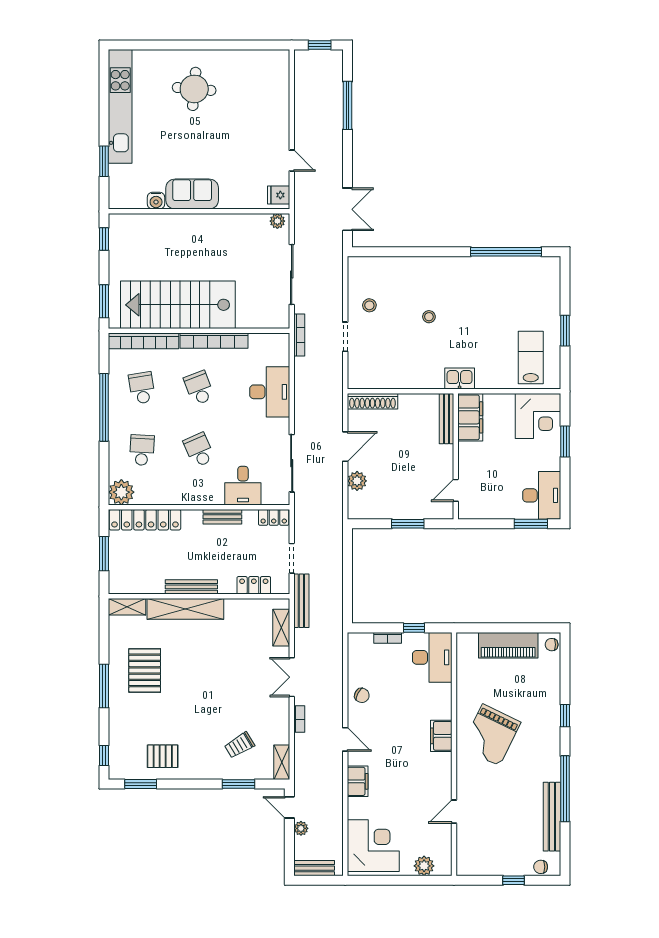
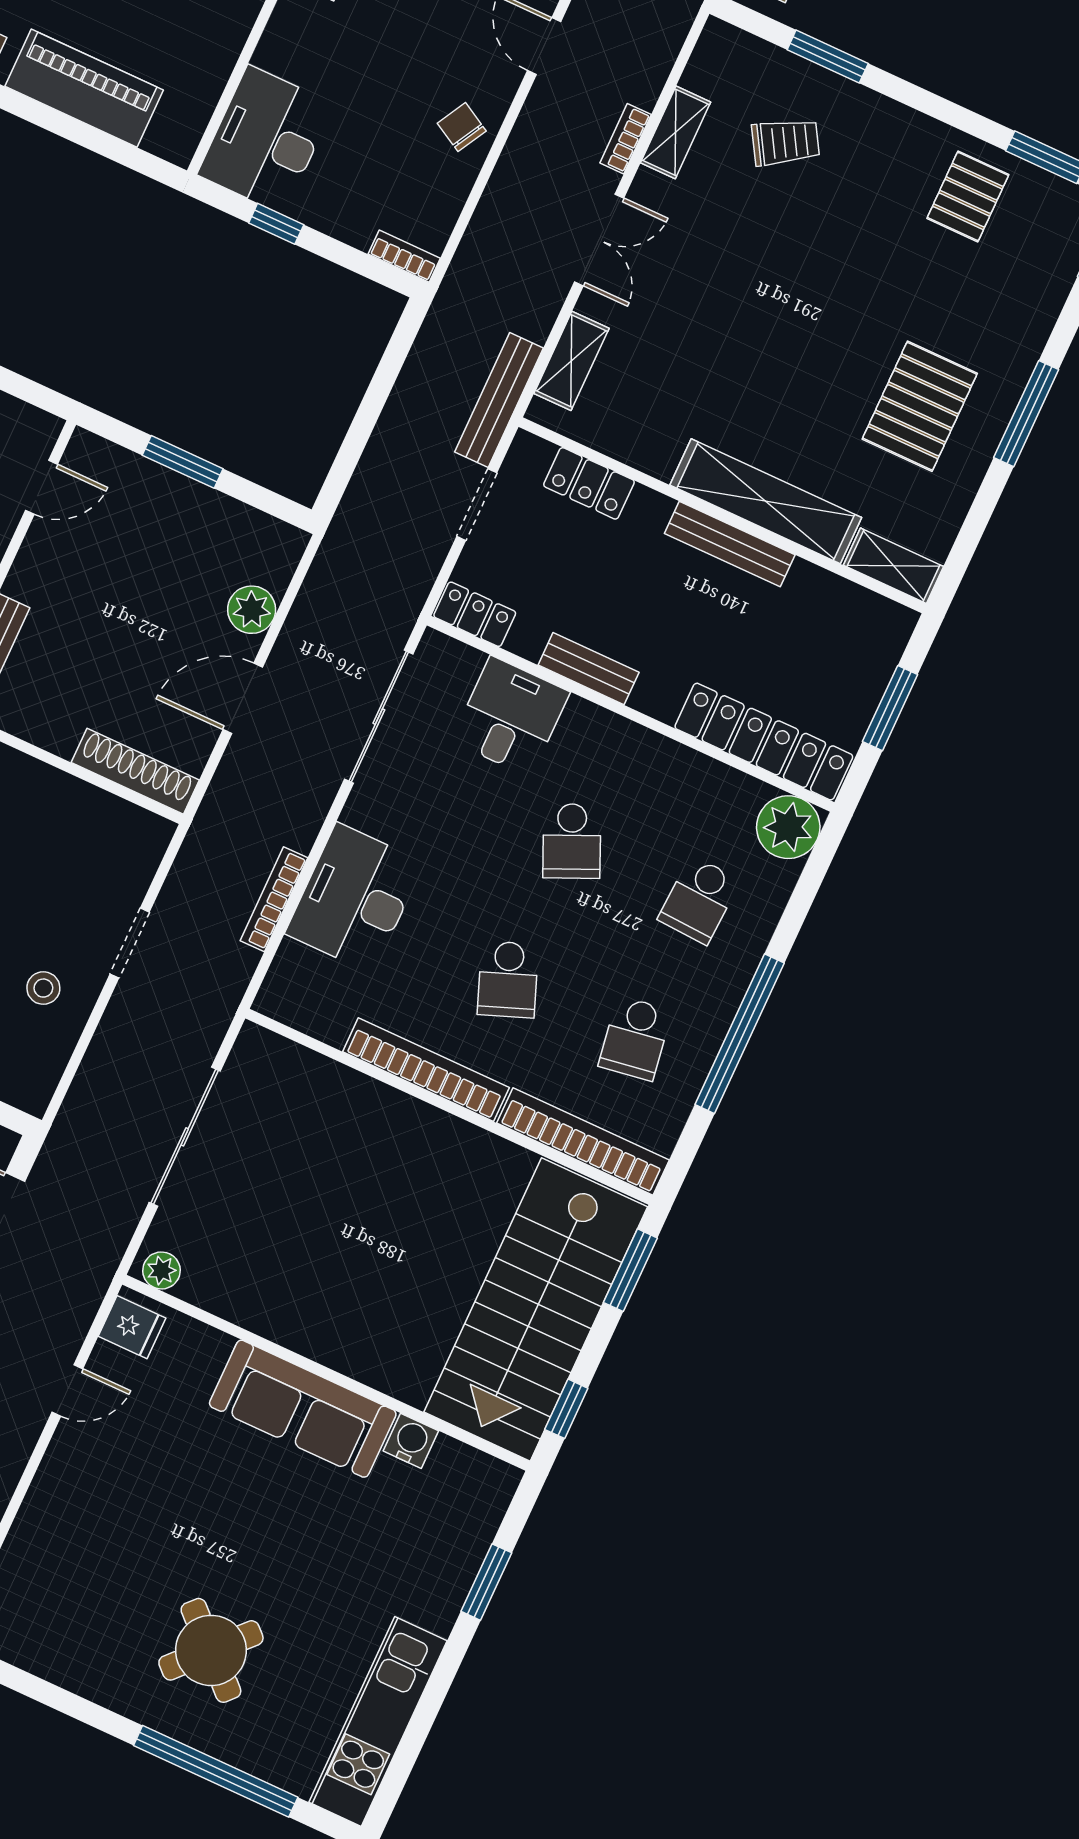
window: (172, 45) -> (216, 1771), added
round table: (194, 89) -> (211, 1650), turned 38
kitchen unit: (120, 106) -> (378, 1721), width x0.73
door: (292, 161) -> (67, 1390), swing flipped
sofa: (192, 194) -> (303, 1409), width x1.36
stairs: (178, 305) -> (536, 1309), moved, turned 90
bookcase: (299, 335) -> (274, 899), moved
bookcase: (388, 638) -> (404, 256), moved
pallet: (163, 756) -> (968, 196), turned 90
shelving: (282, 762) -> (676, 132), moved

